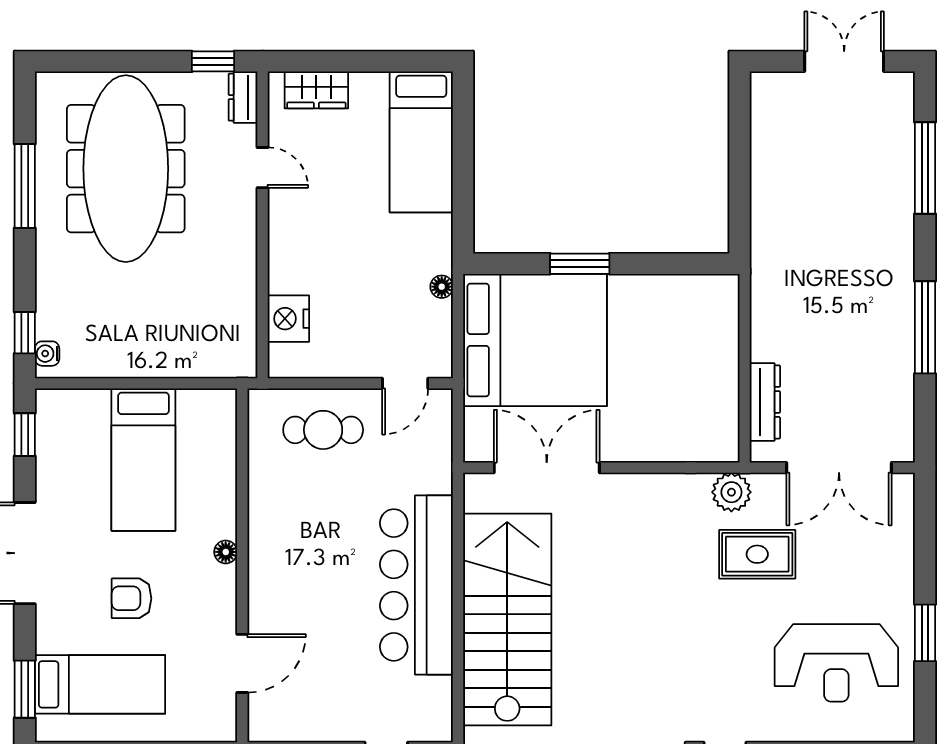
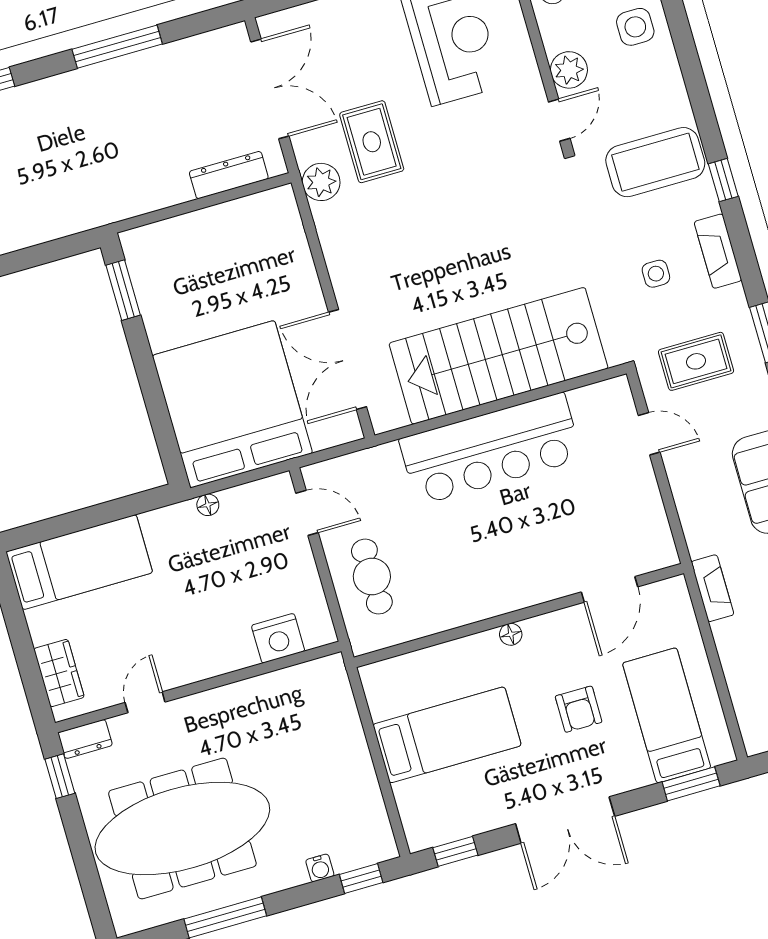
window: (580, 264) -> (123, 290), moved
water cooler: (47, 354) -> (320, 868), moved
door: (242, 663) -> (609, 589), swing flipped

